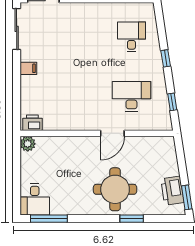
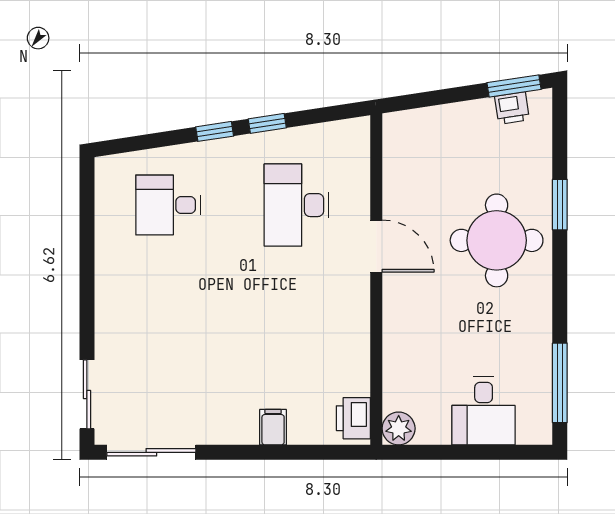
filing cabinet: (28, 68) -> (273, 427), moved
window: (172, 102) -> (267, 123), moved
printer: (172, 191) -> (512, 108), width x0.53, depth x0.68
desk: (35, 199) -> (484, 411), moved, turned 90

